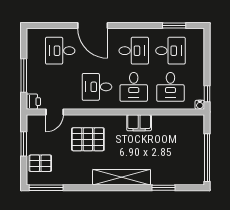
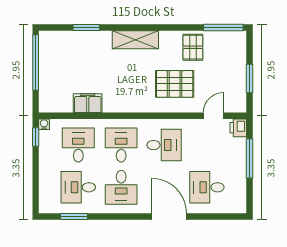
desk: (60, 51) -> (207, 187), turned 180
desk: (134, 51) -> (121, 187), turned -90
filing cabinet: (139, 123) -> (88, 103), moved
pallet: (40, 163) -> (193, 47), moved, turned 90
shelving: (122, 177) -> (135, 40), width x0.68

